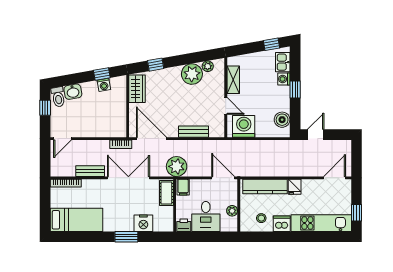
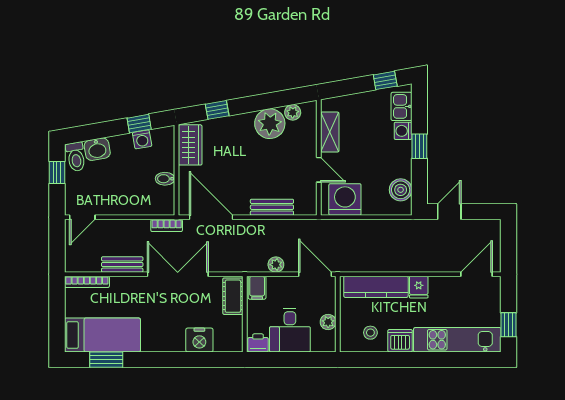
bidet: (120, 112) -> (165, 179), added
plant: (177, 166) -> (276, 265), moved, width x0.53, depth x0.53
window: (126, 237) -> (106, 360), moved

